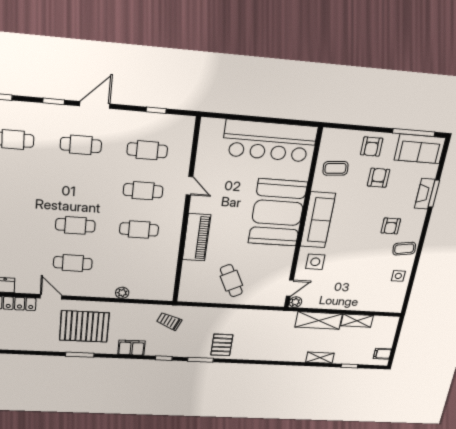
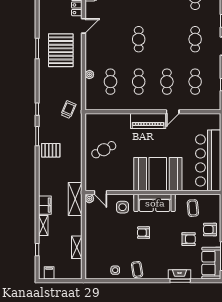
armchair: (391, 226) -> (144, 233), moved
piano: (197, 237) -> (148, 121), moved
cafe table: (73, 263) -> (110, 82), moved
shelving: (319, 321) -> (75, 199), moved
filing cabinet: (131, 348) -> (45, 205), moved

